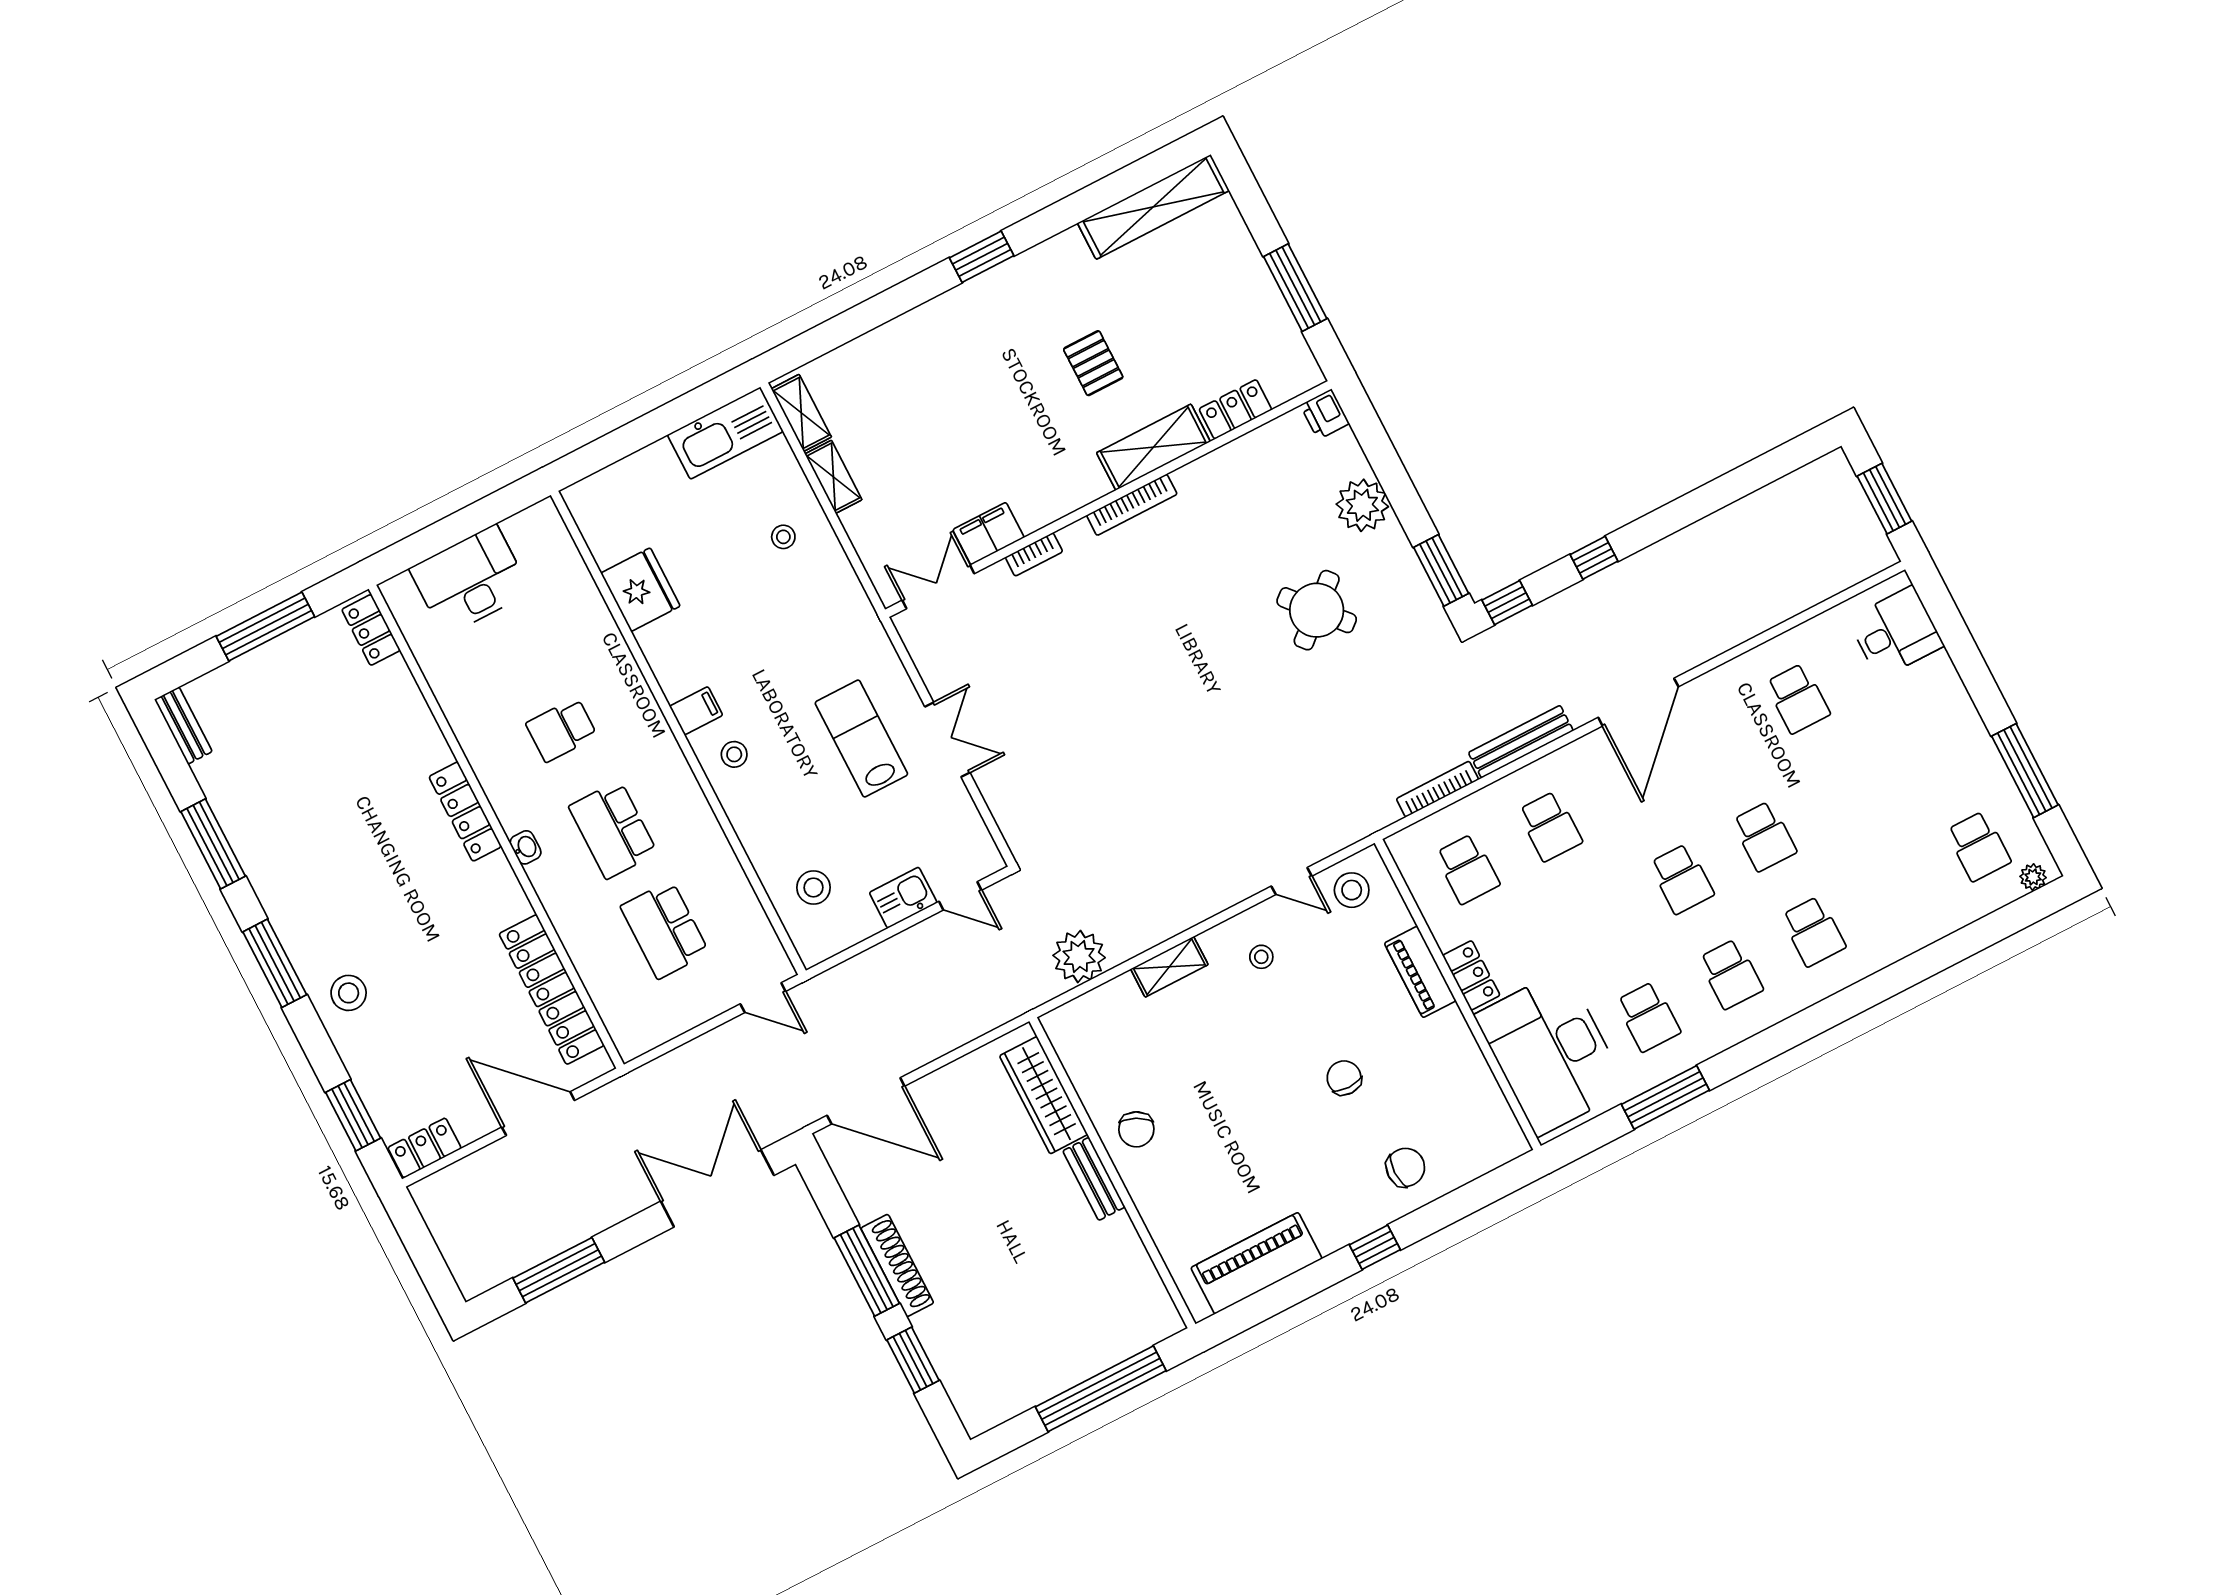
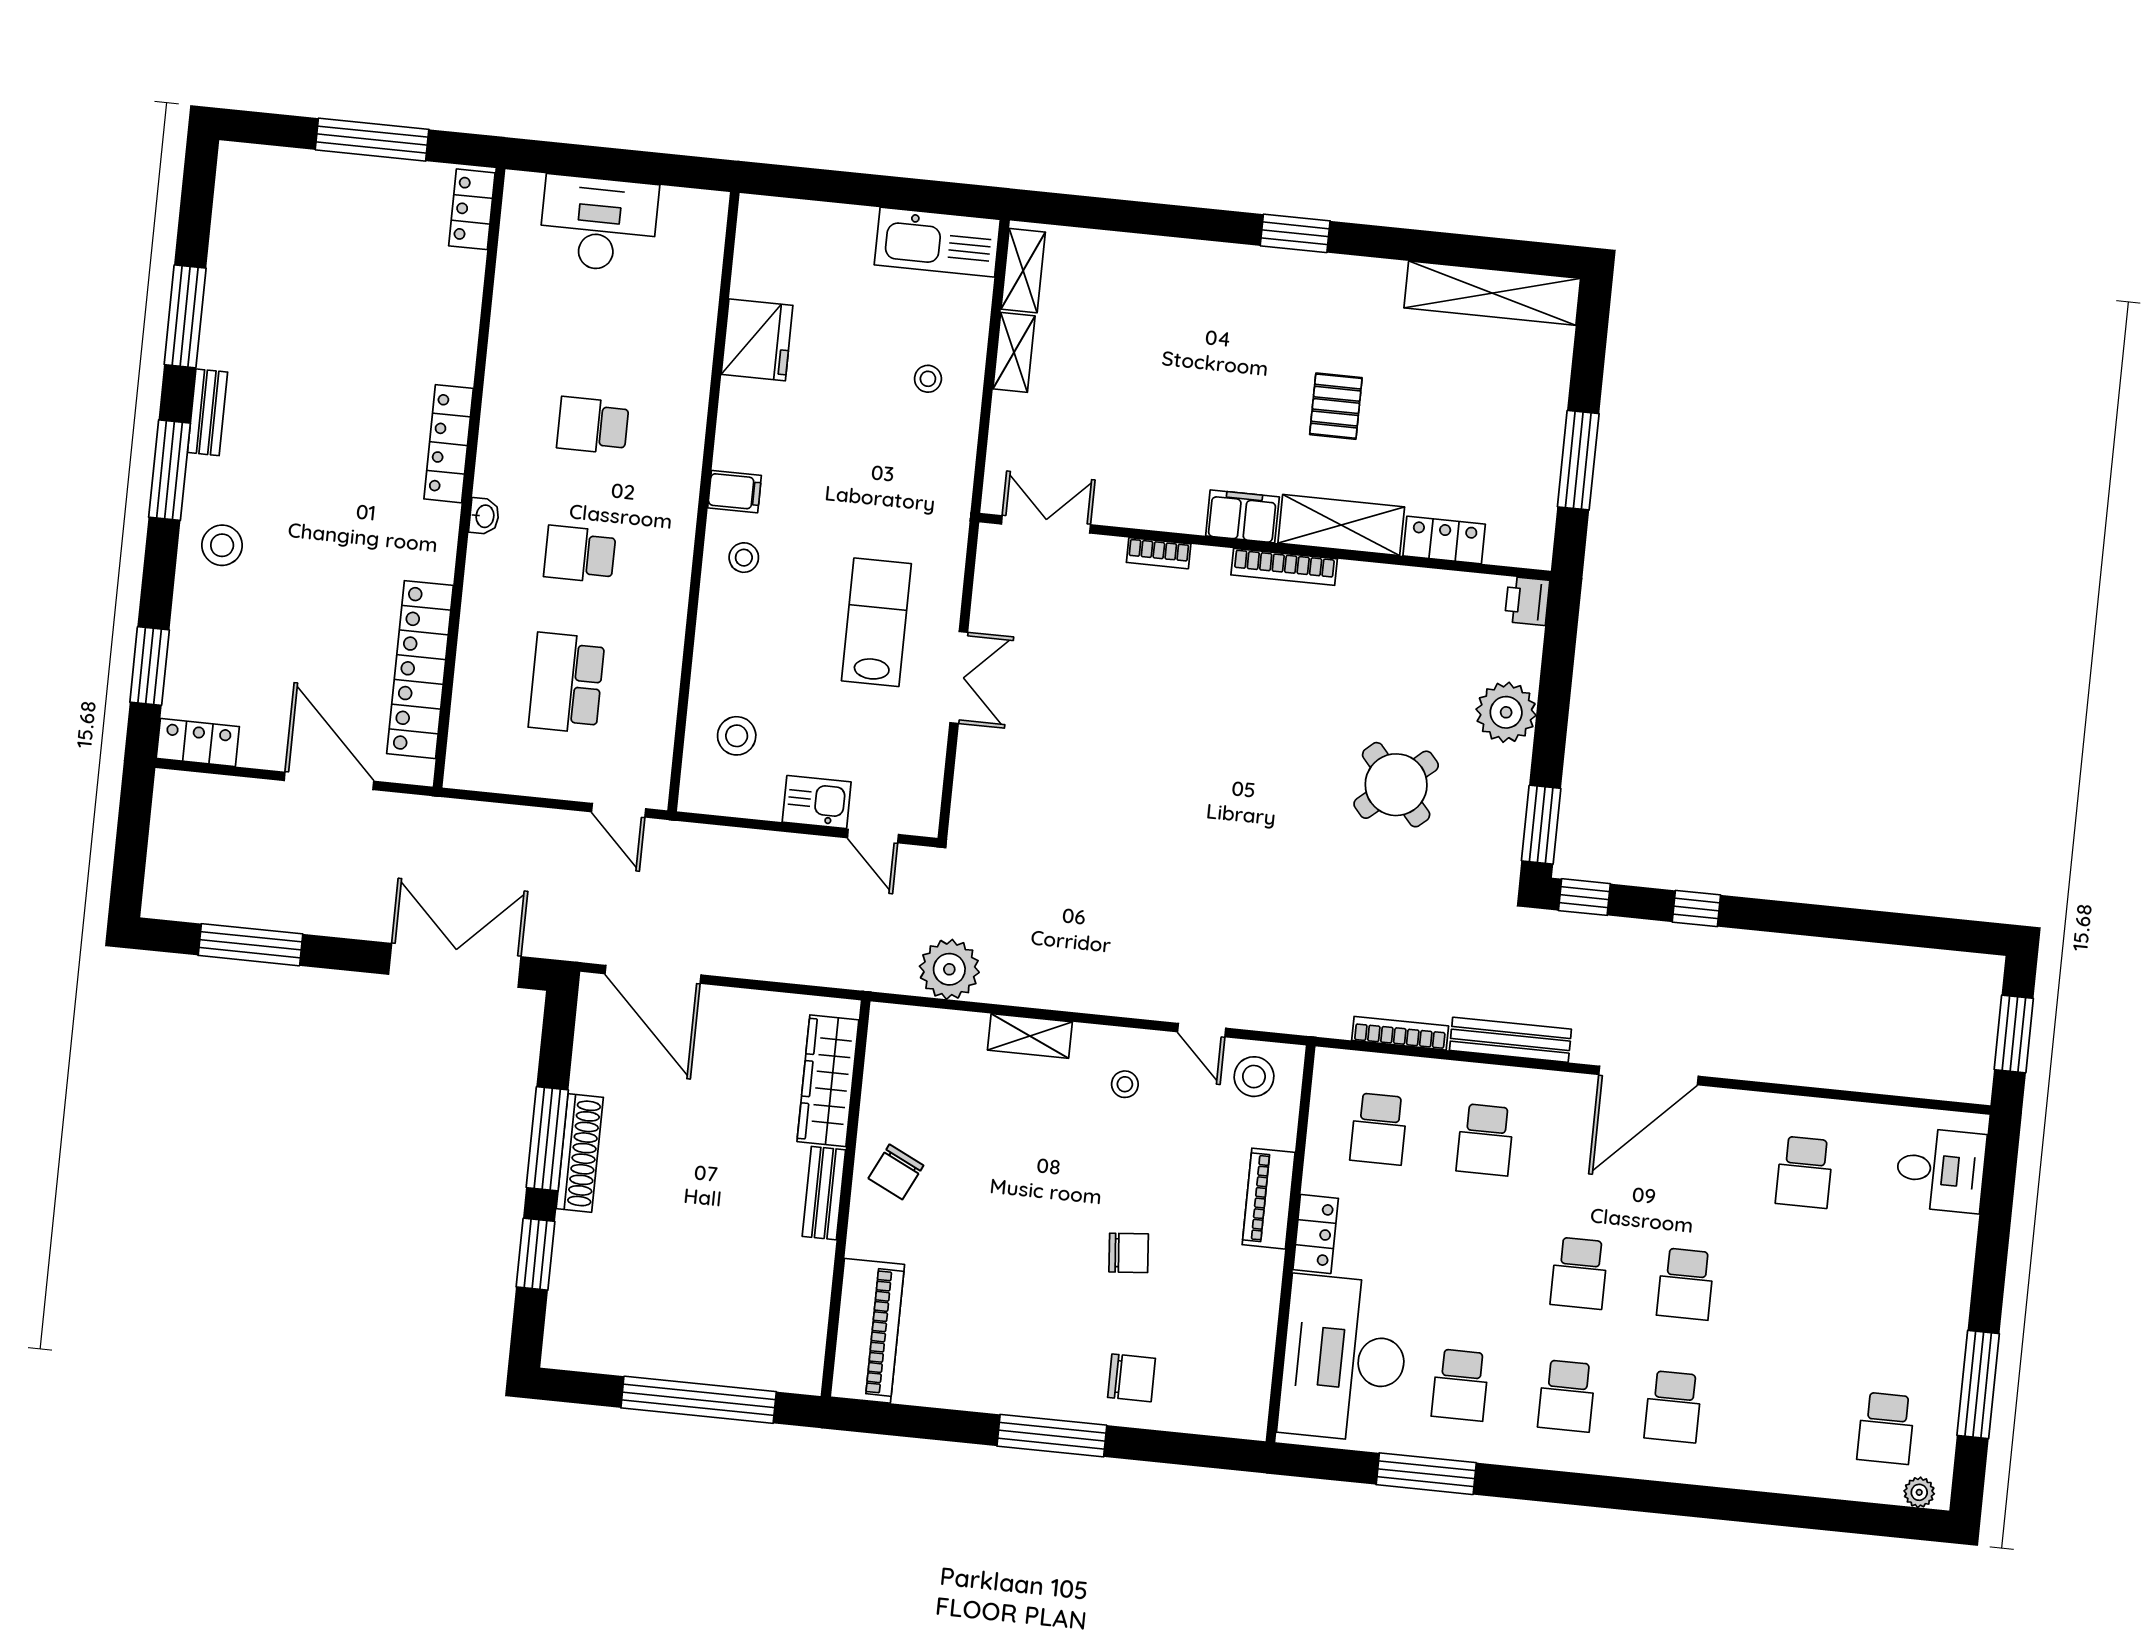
filing cabinet: (988, 534) -> (1242, 516), moved
bench: (183, 726) -> (208, 412), moved
school desk: (613, 830) -> (580, 554), width x0.54
chair: (1344, 1078) -> (1129, 1253), turned 85
window: (1375, 1247) -> (1052, 1436), width x2.17
piano: (1256, 1263) -> (867, 1331), moved, turned 90

